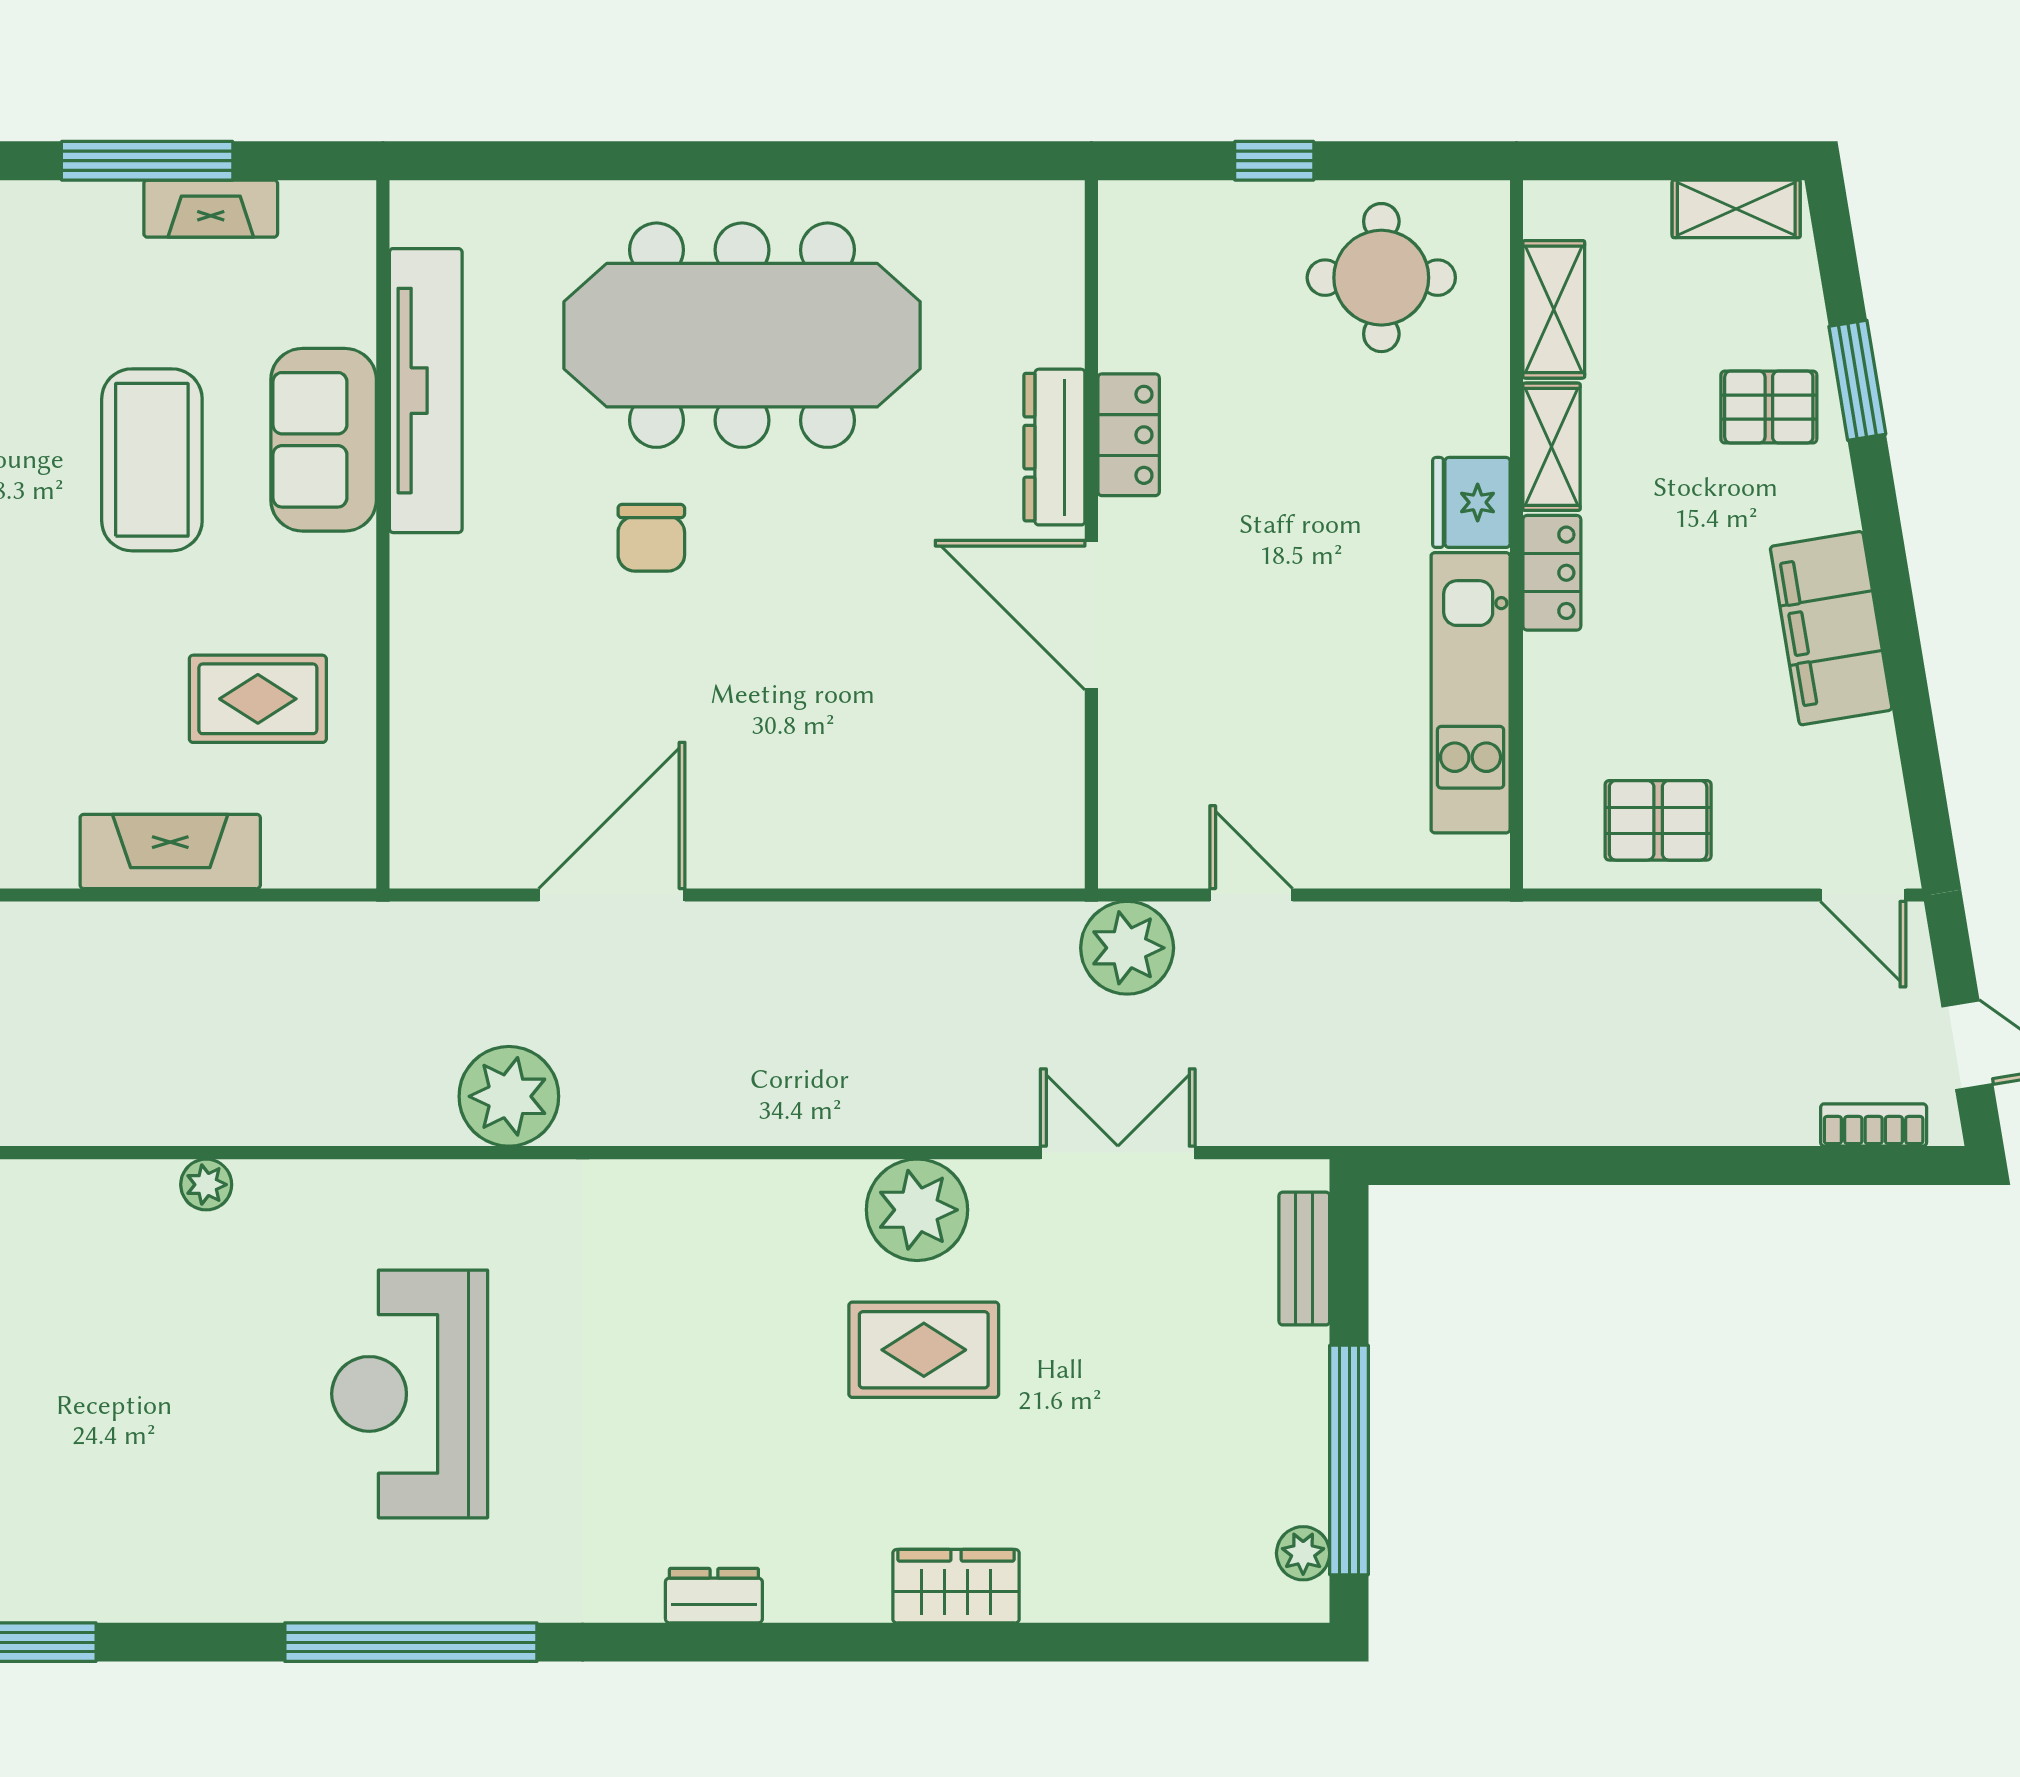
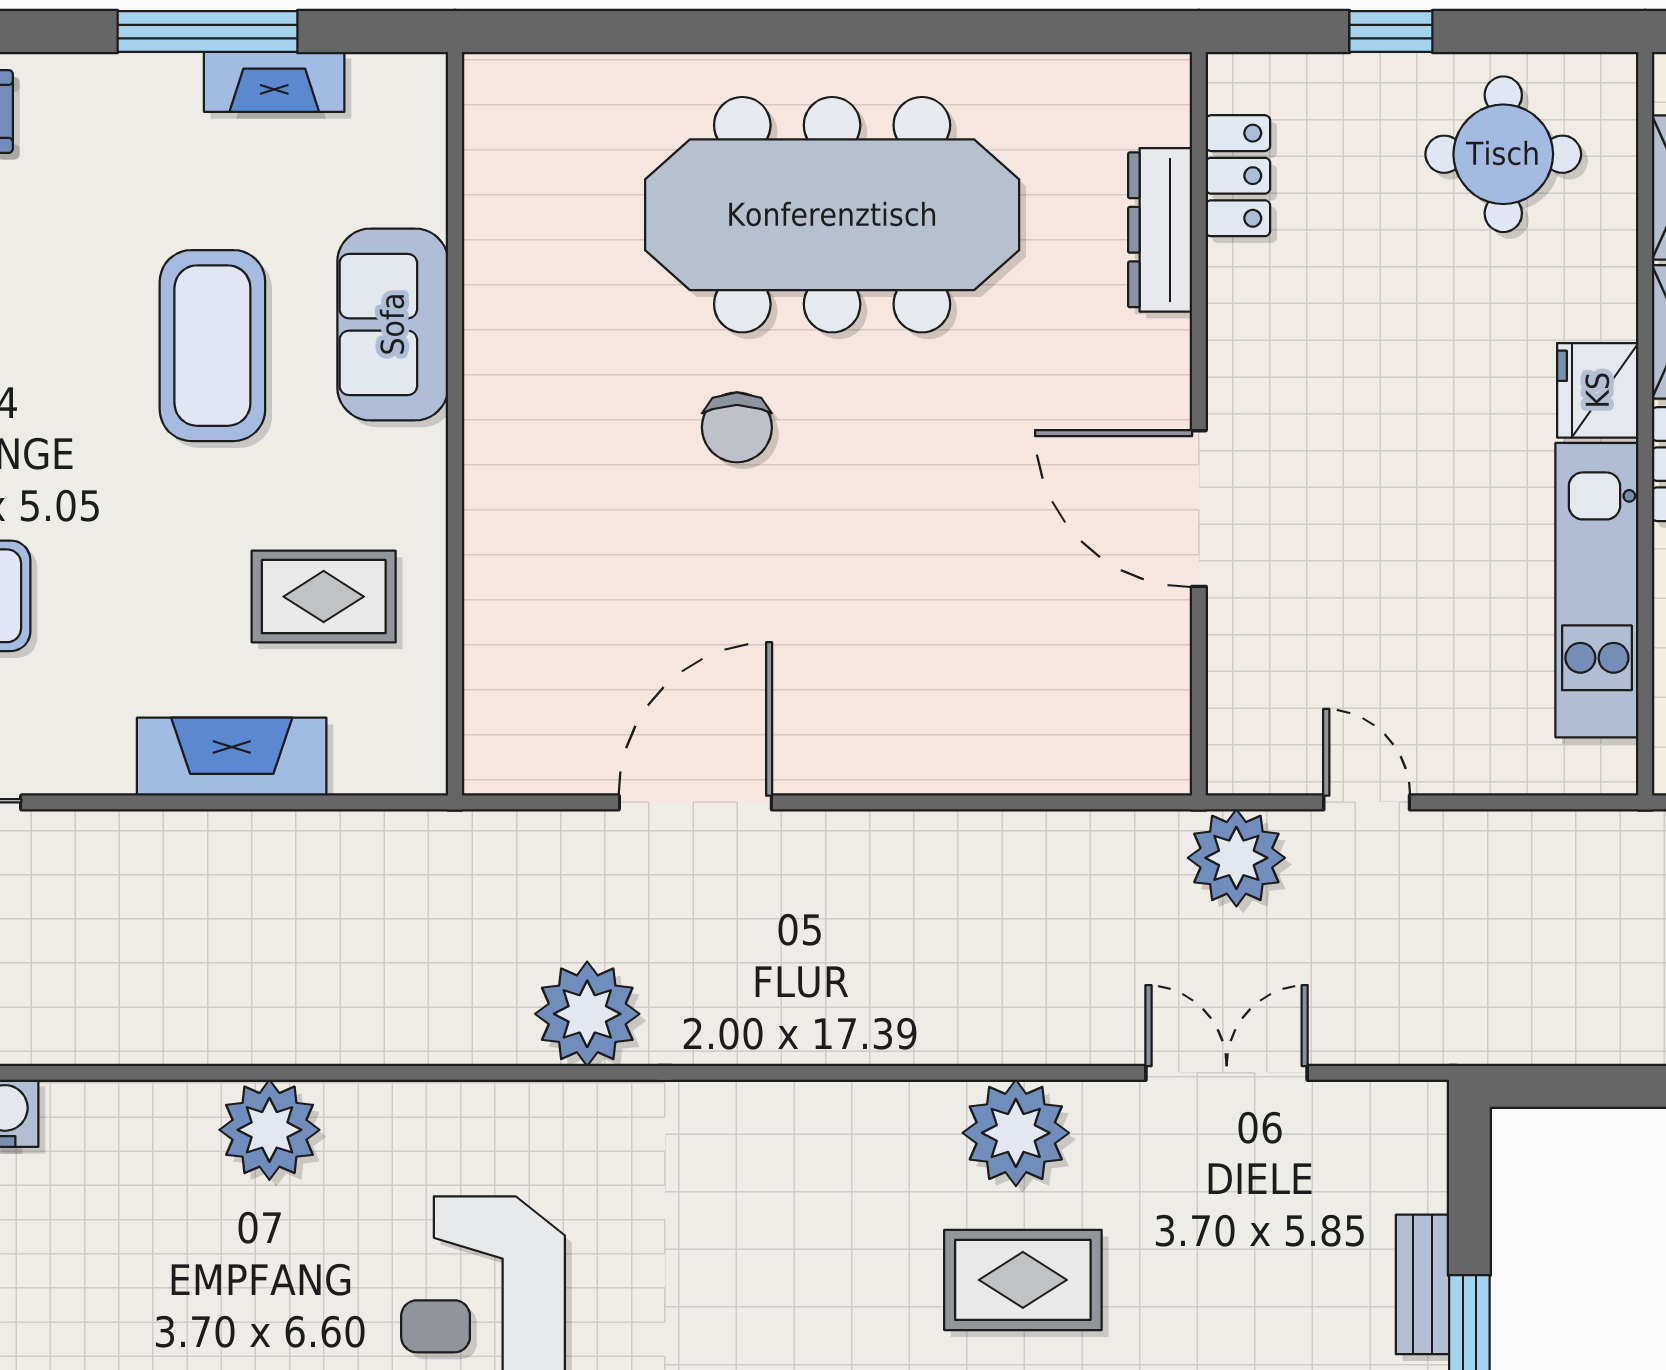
tv unit: (426, 391) -> (500, 273), removed
locker: (1129, 435) -> (1238, 176), moved
dresser: (1054, 447) -> (1160, 230), moved
plant: (206, 1185) -> (269, 1130), width x1.87, depth x1.87
bench: (1304, 1259) -> (1422, 1284), moved

